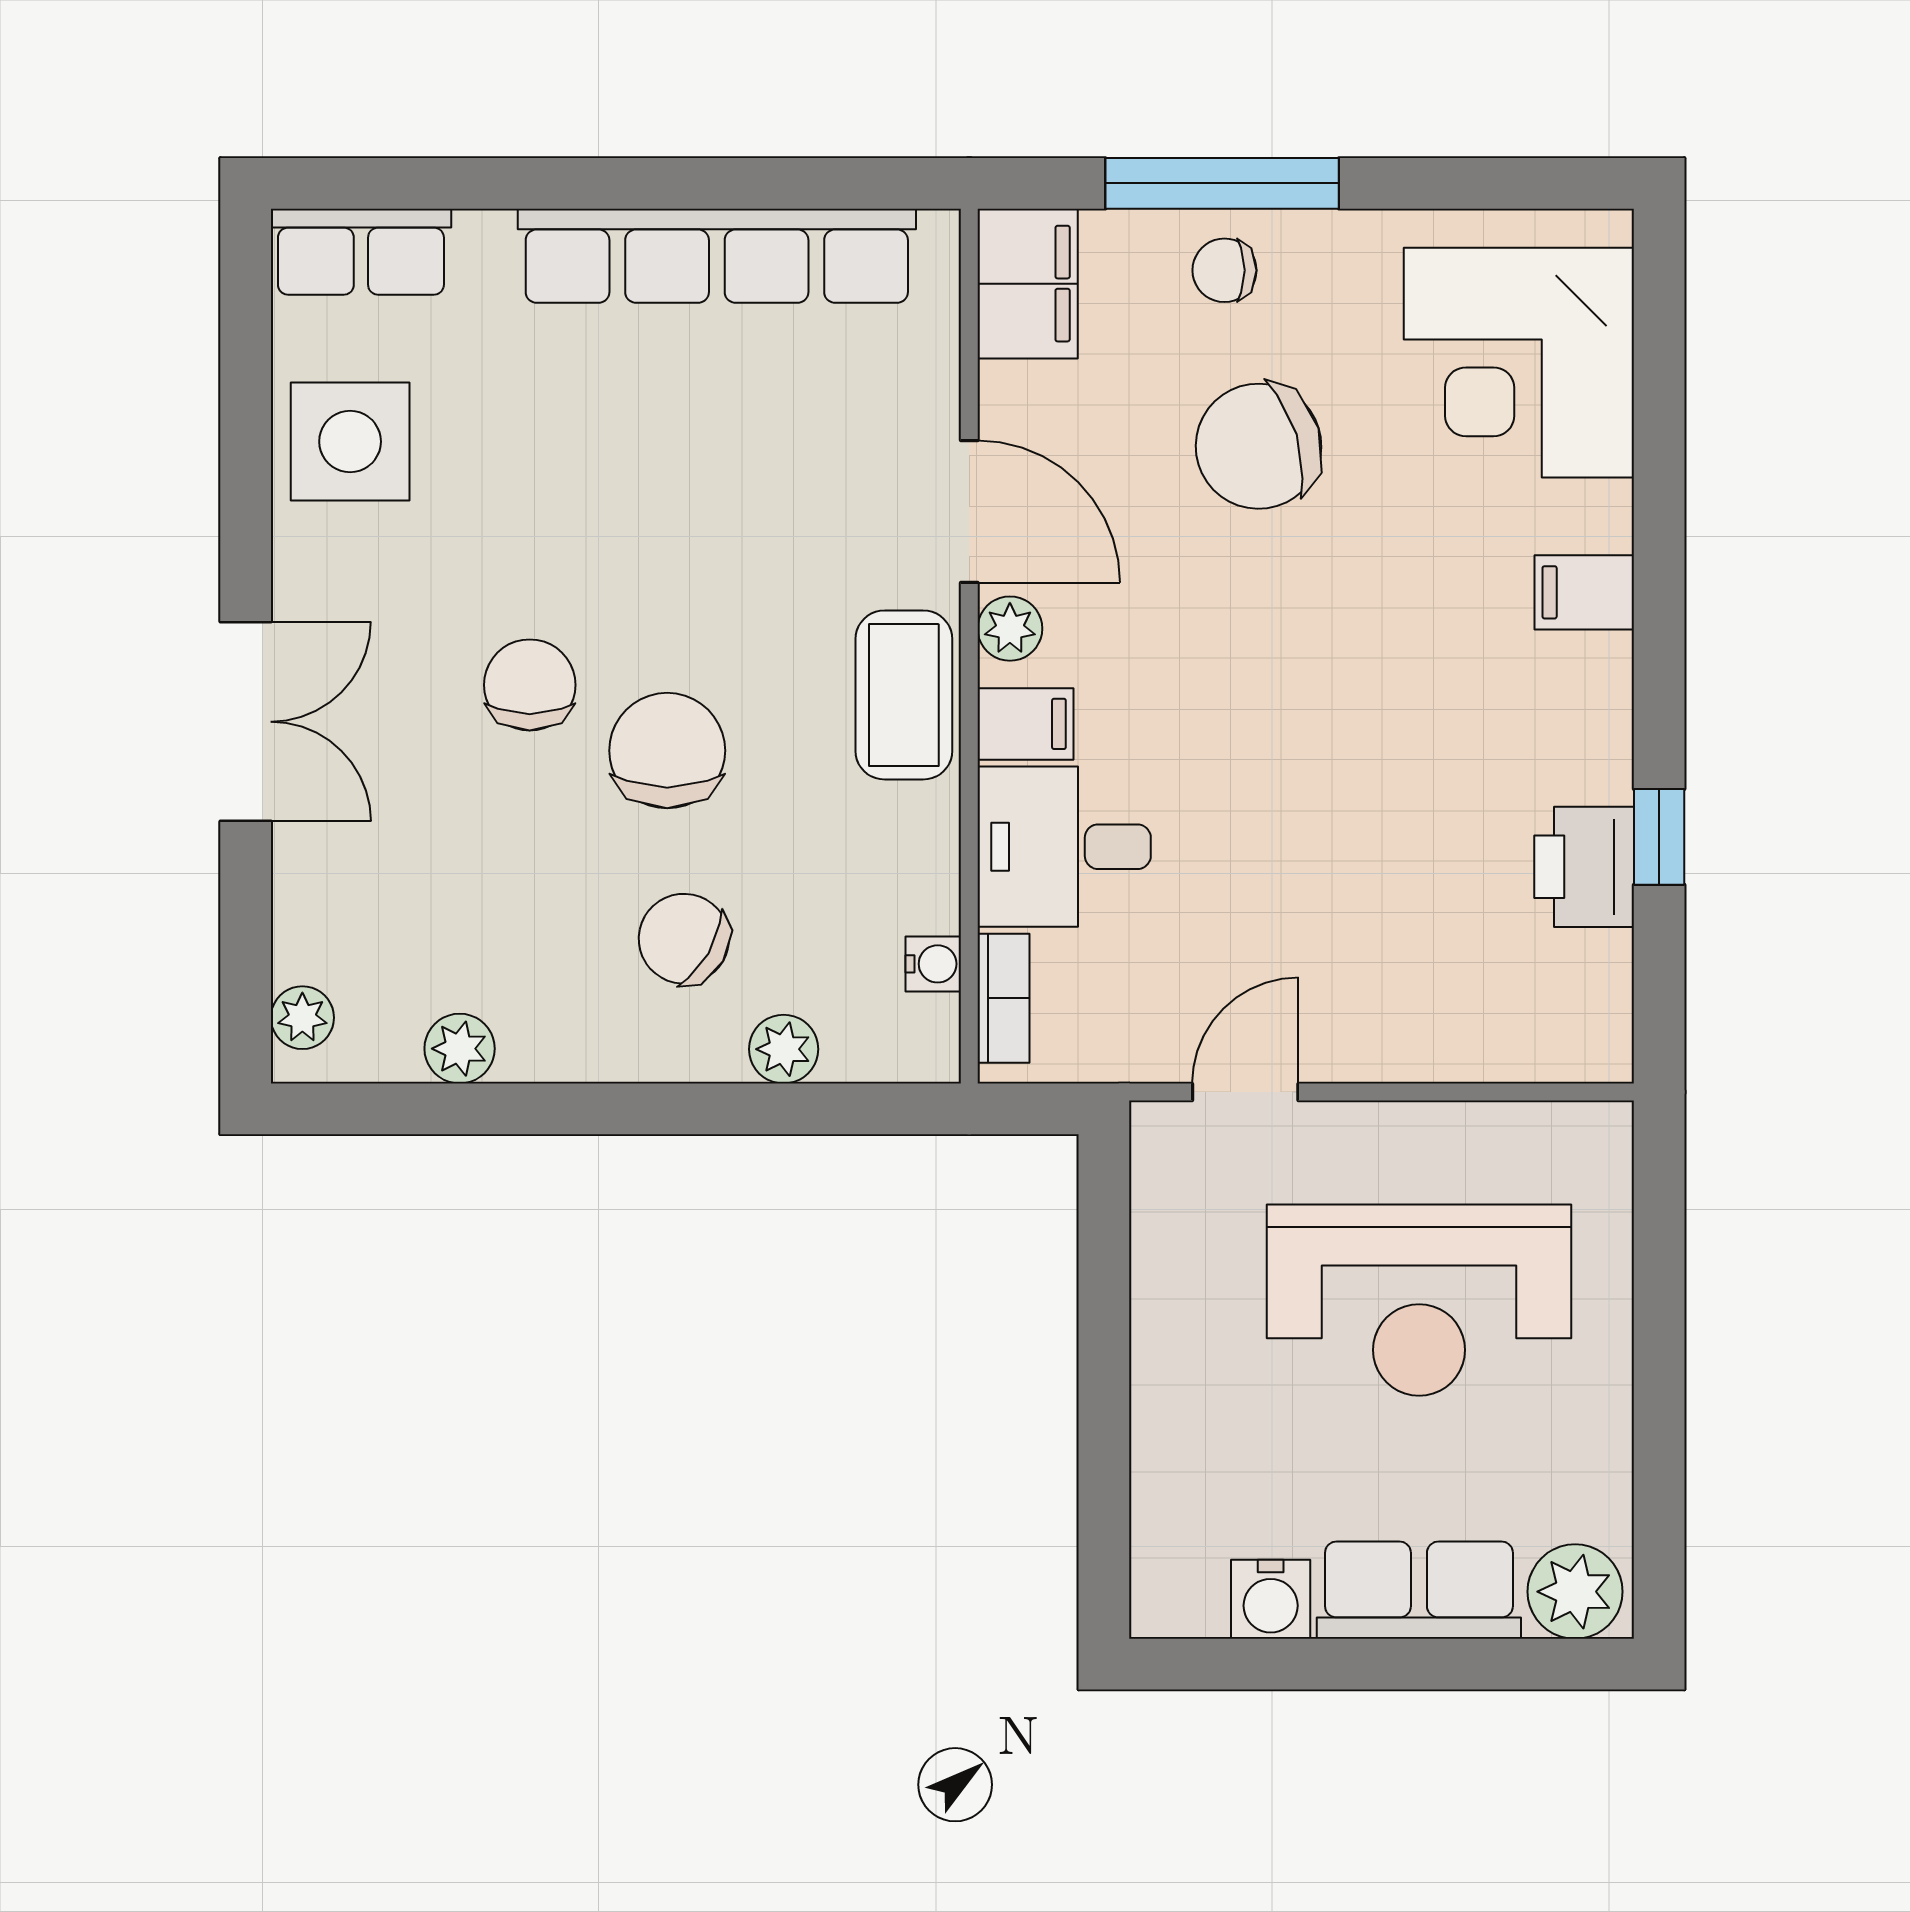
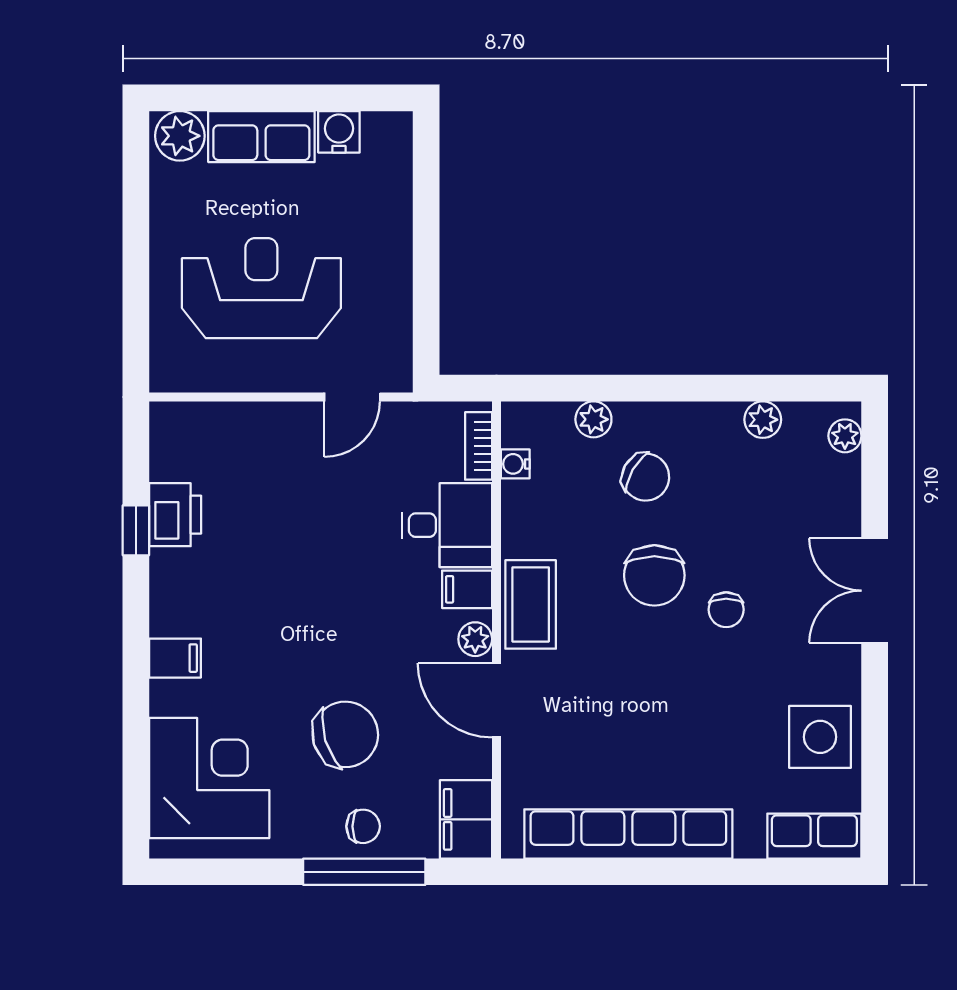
chair: (530, 685) -> (726, 610), width x0.73, depth x0.73

